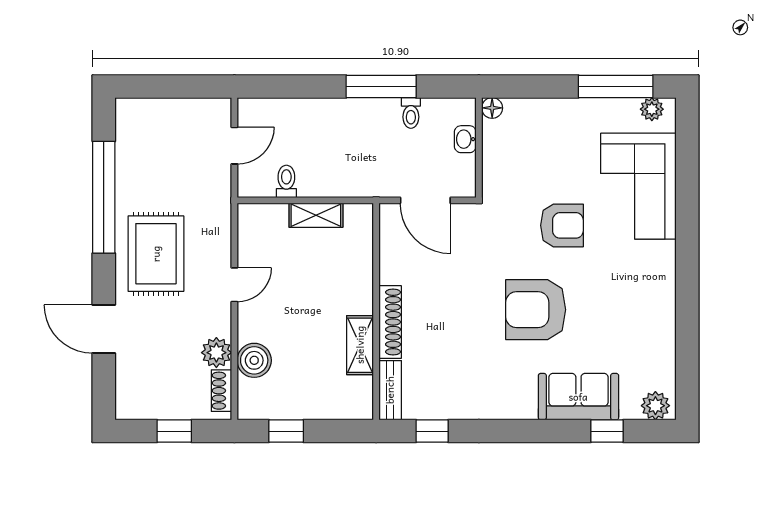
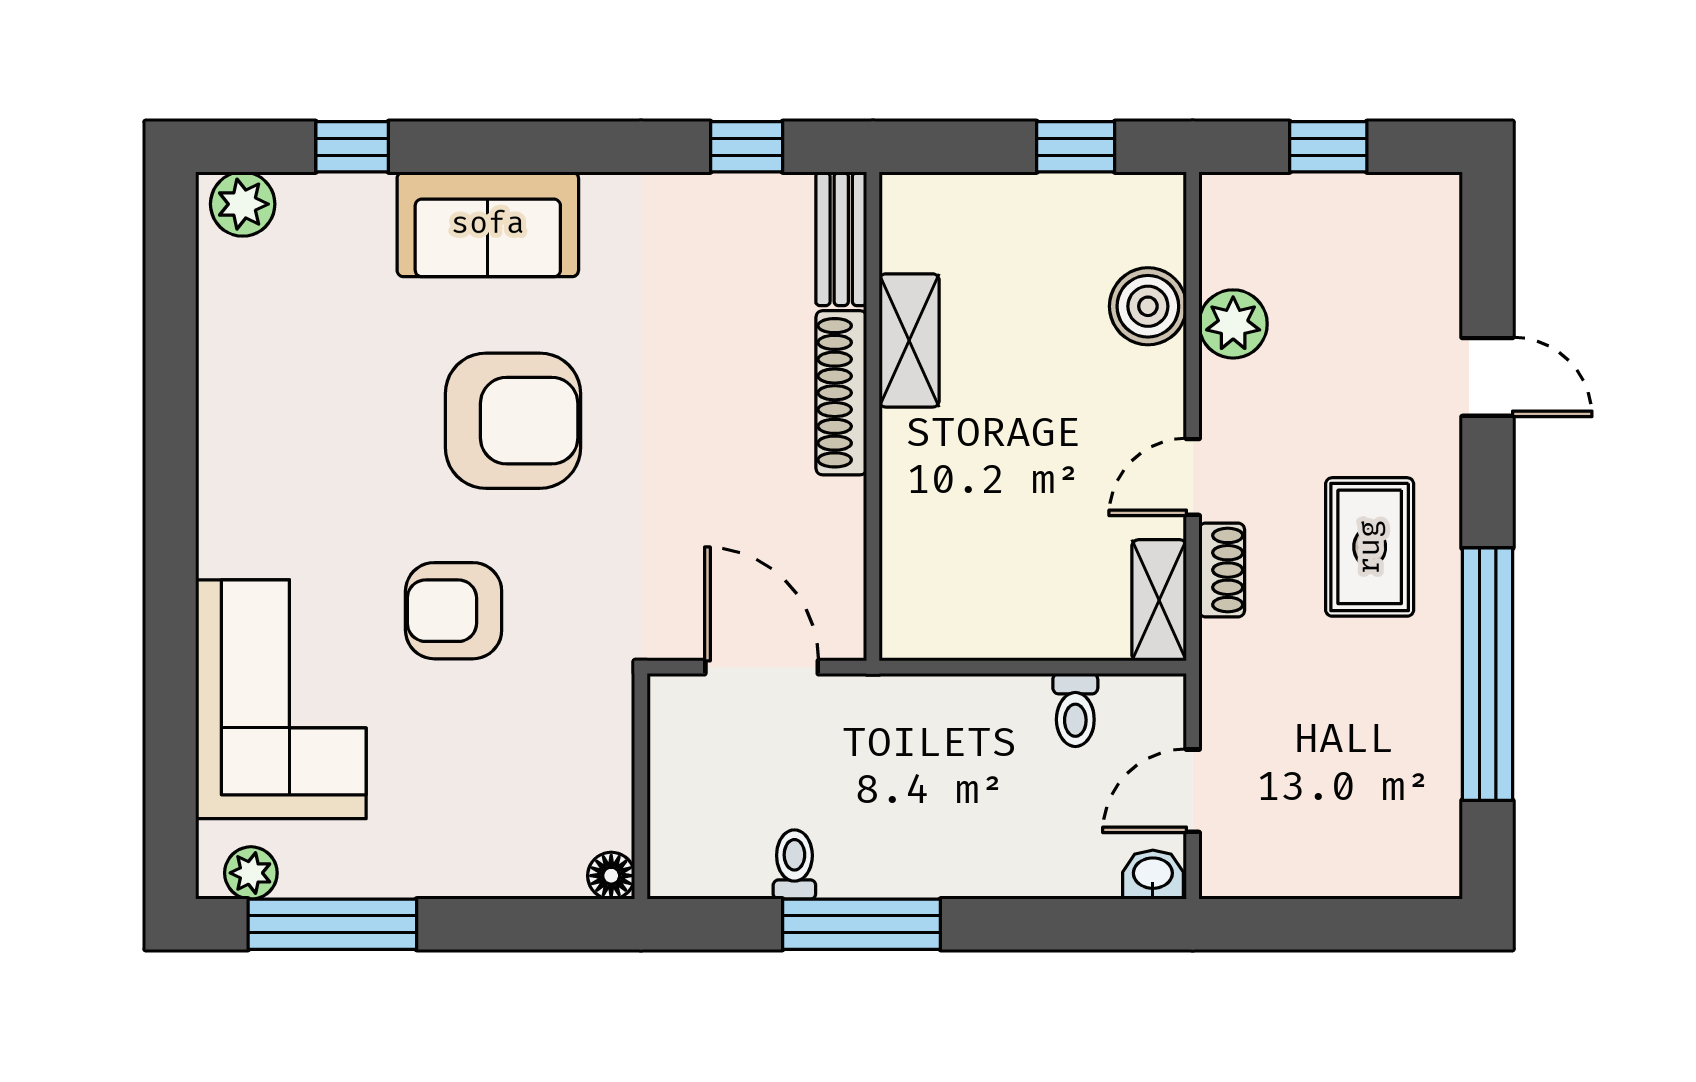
washbasin: (465, 139) -> (1153, 875), moved, turned -90
shelving: (316, 215) -> (1159, 600), moved, turned 90
rug: (156, 254) -> (1370, 547), width x0.73, depth x0.70
door: (104, 329) -> (1487, 377), width x0.73
shoe rack: (221, 391) -> (1222, 570), moved
sofa: (578, 397) -> (488, 224), moved

